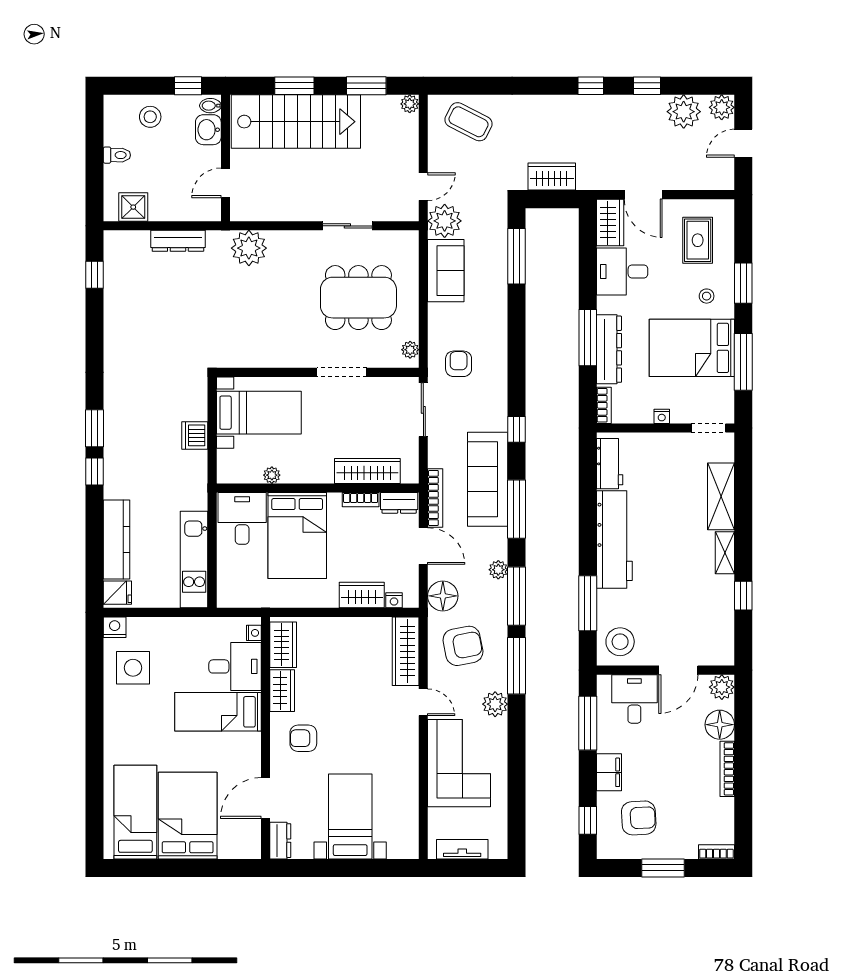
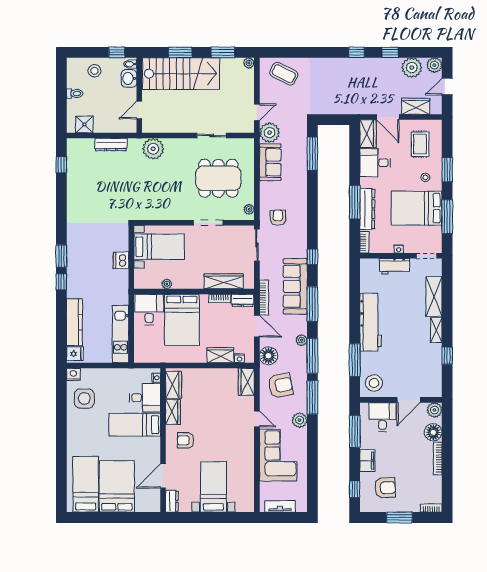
wardrobe: (552, 177) -> (416, 106), moved
workbench: (610, 464) -> (395, 266), moved, turned 90
wardrobe: (406, 651) -> (246, 382), width x0.67

